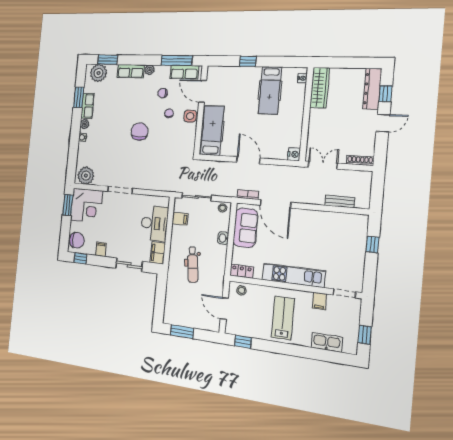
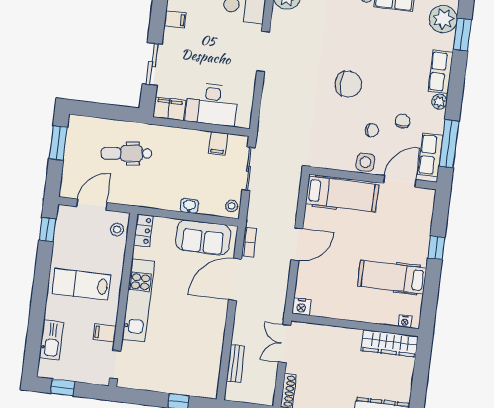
double door: (323, 165) -> (285, 344), swing flipped
dental chair: (193, 265) -> (127, 153), moved
lab bench: (283, 318) -> (81, 284), turned 180

